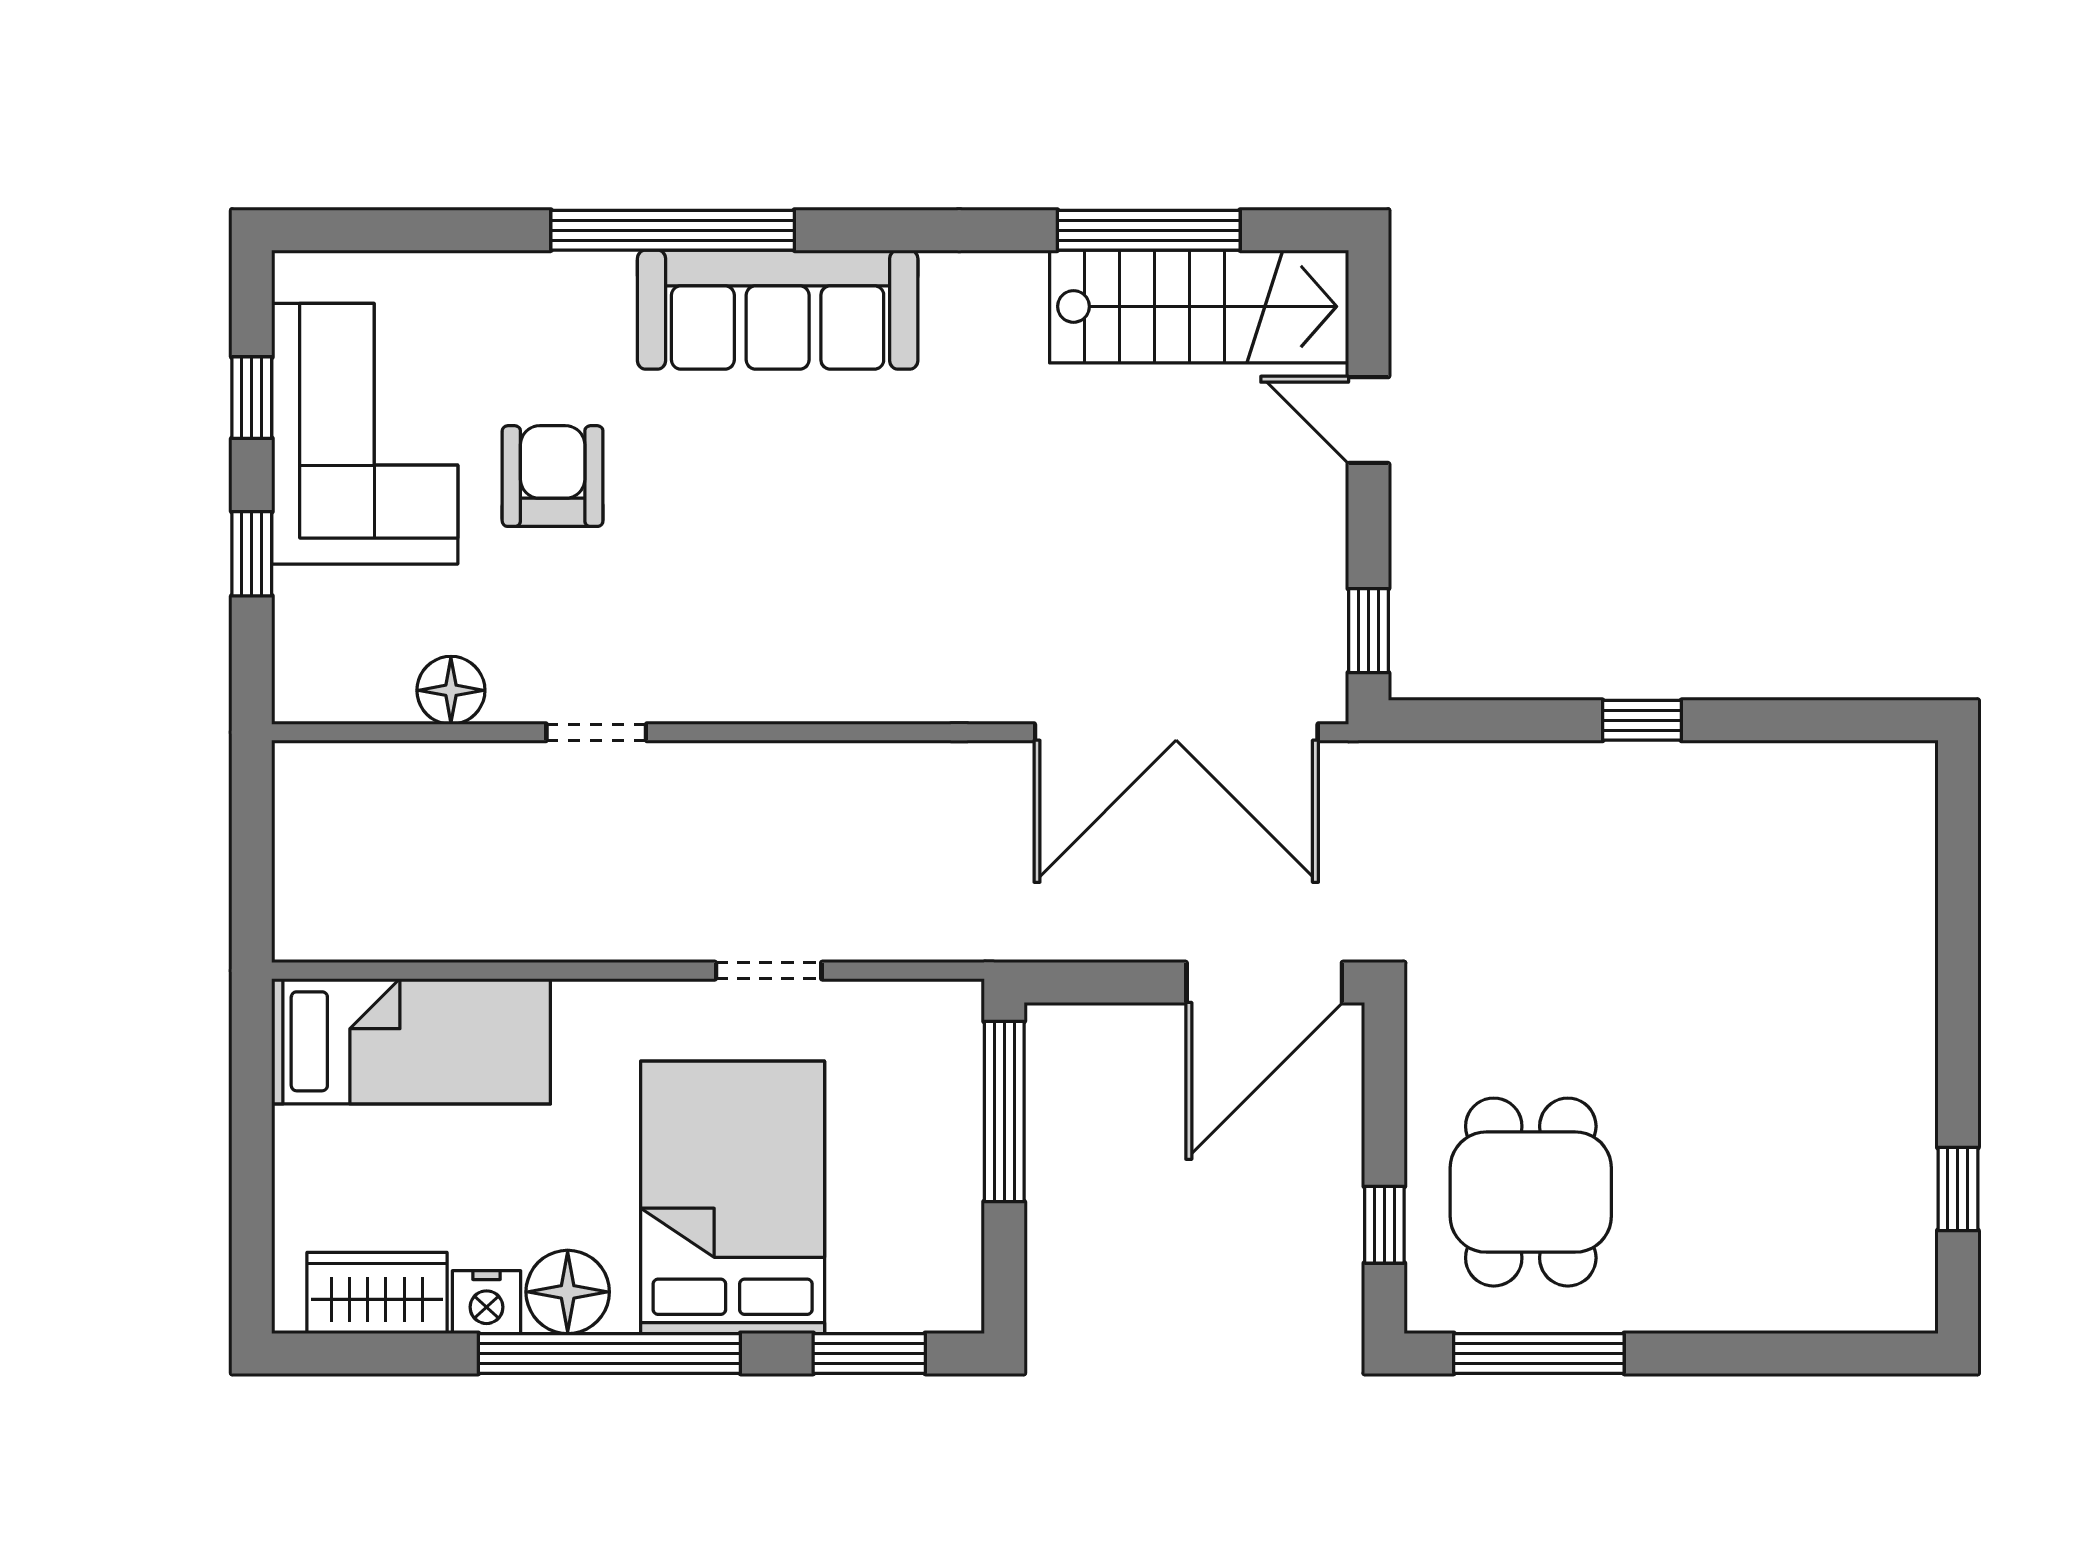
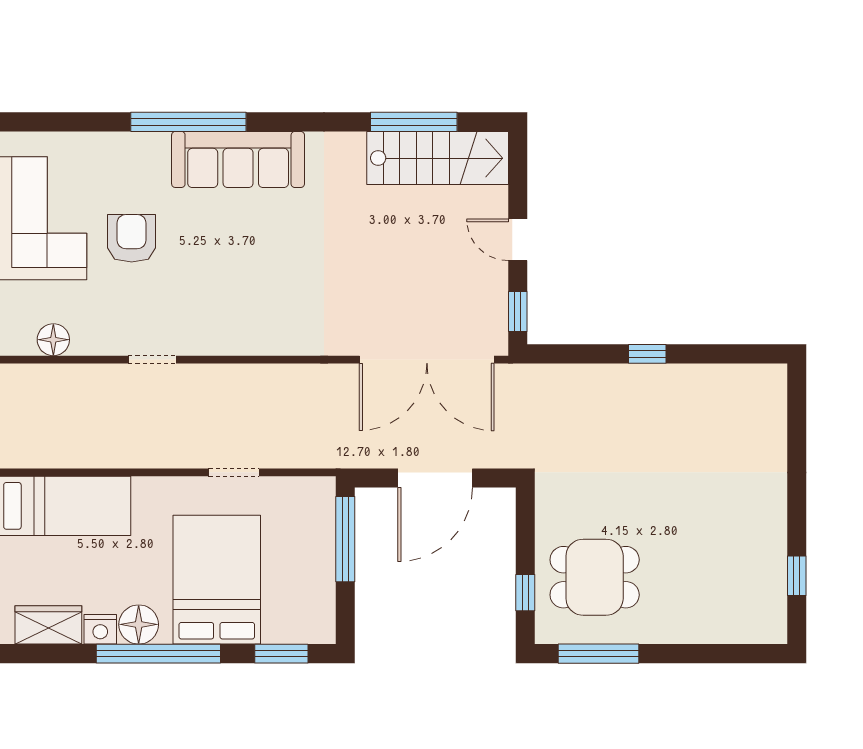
door: (1368, 420) -> (518, 240), moved
floor lamp: (451, 690) -> (53, 340), moved
door: (1264, 983) -> (435, 478), moved
dining table: (1531, 1192) -> (595, 577), turned 90

